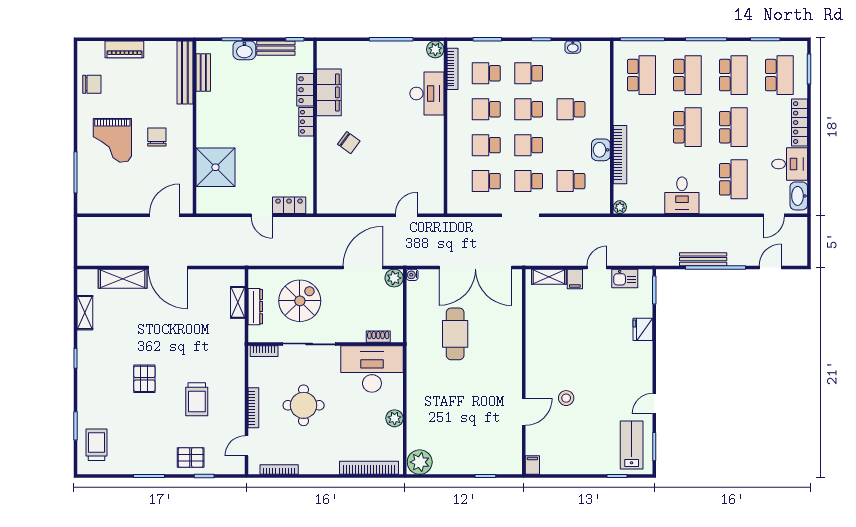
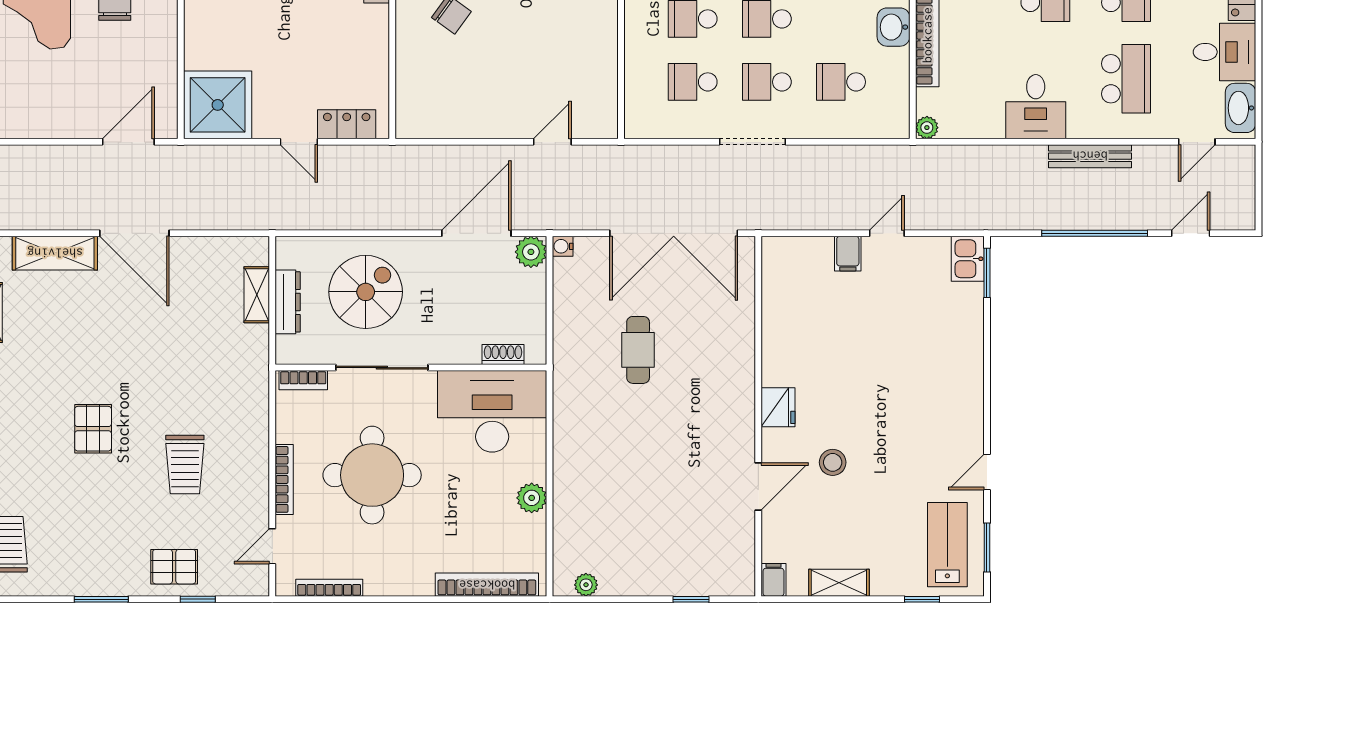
shower: (215, 167) -> (218, 105), moved
bench: (703, 259) -> (1090, 156), moved
shelving: (549, 277) -> (839, 583), moved
kitchen sink: (625, 278) -> (968, 259), moved, turned 90
fridge: (643, 329) -> (778, 407), moved, turned 180
cafe table: (455, 334) -> (638, 350), width x0.73, depth x0.74
round table: (304, 405) -> (372, 475), width x1.36, depth x1.36
plant: (420, 462) -> (586, 585), width x0.53, depth x0.53

